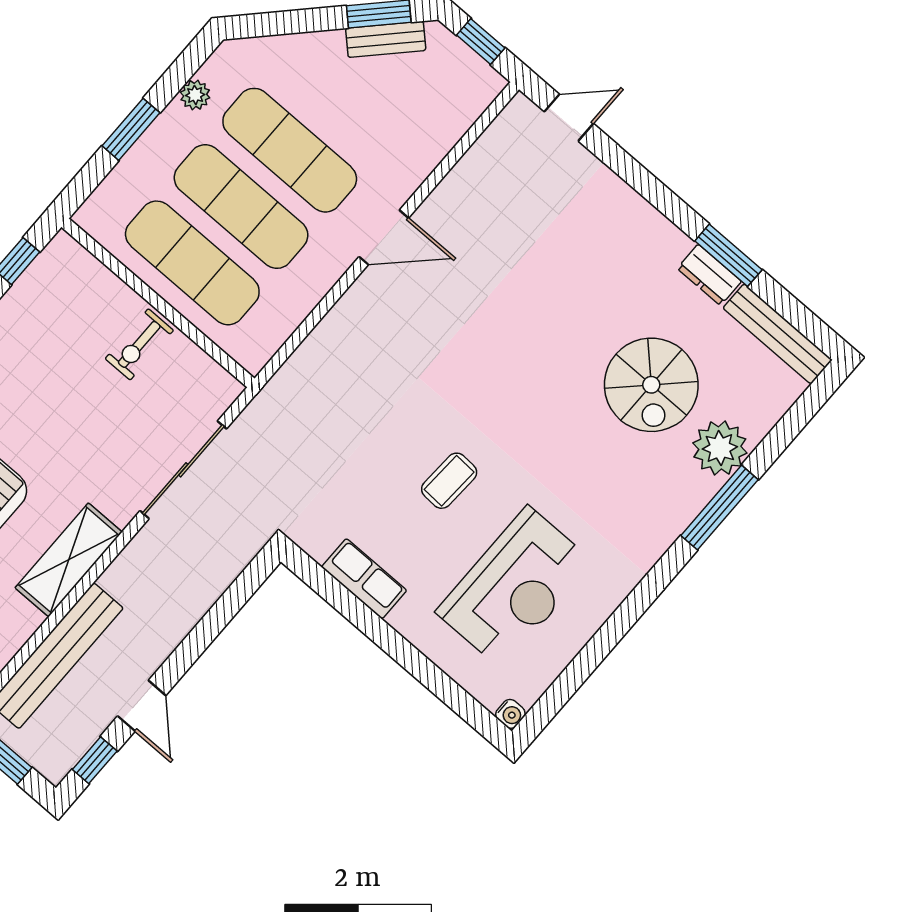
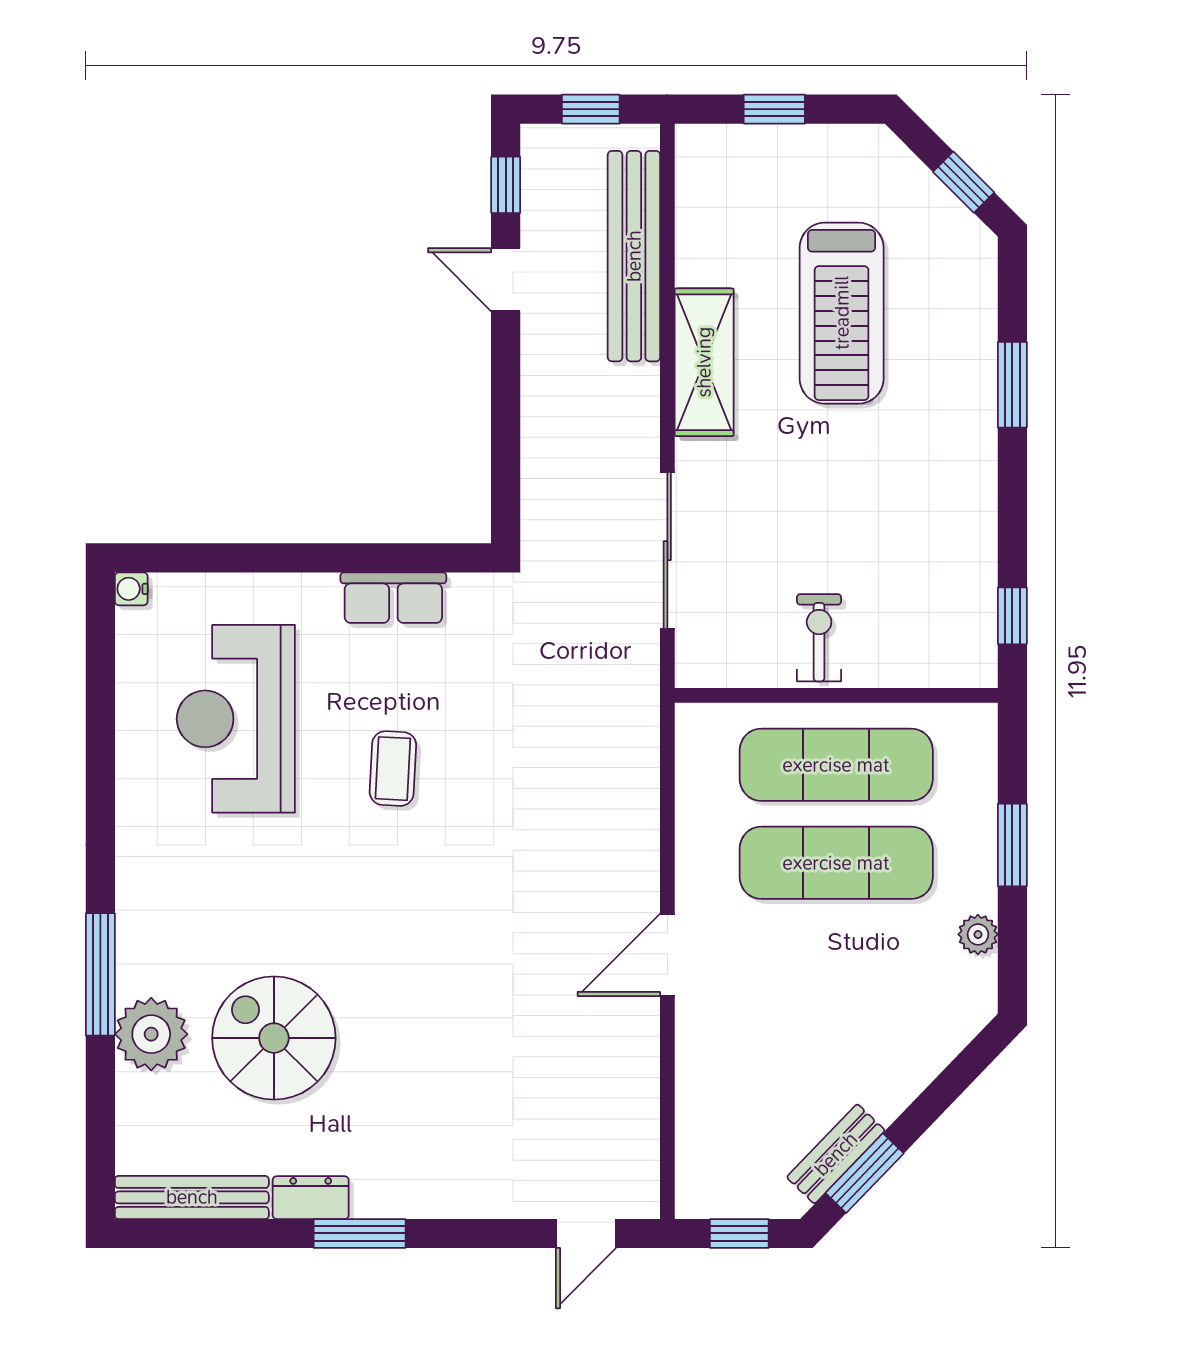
exercise mat: (290, 150) -> (836, 961), removed
window: (728, 255) -> (360, 1233), moved

